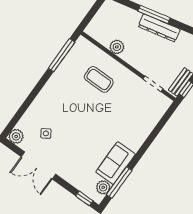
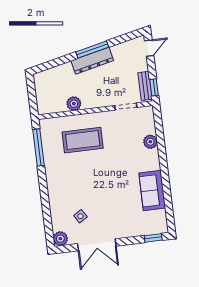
window: (154, 14) -> (92, 50), moved
coffee table: (99, 79) -> (83, 140), width x1.36, depth x1.32
window: (119, 182) -> (168, 202), removed
plant: (103, 187) -> (150, 142), moved

